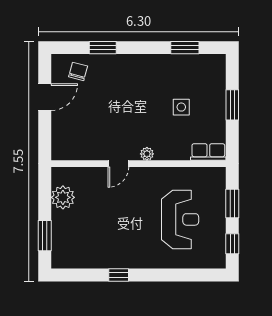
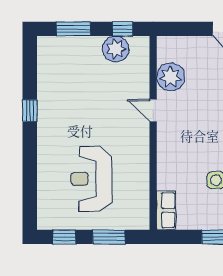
plant: (147, 154) -> (171, 77), moved, width x1.88, depth x1.88
window: (45, 191) -> (123, 29), added
reception desk: (180, 219) -> (91, 179), turned 90

